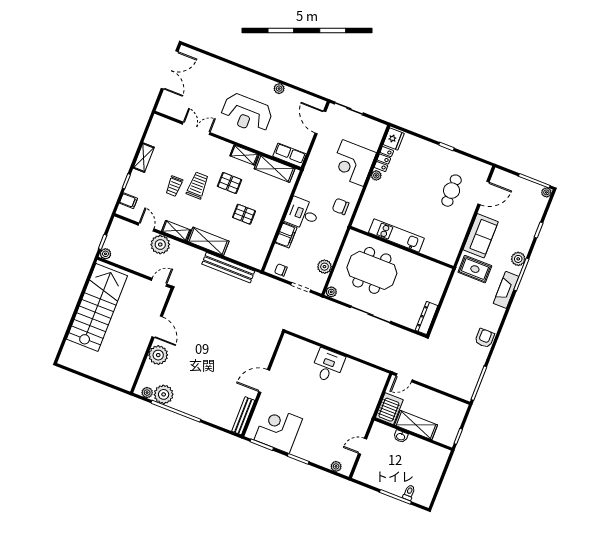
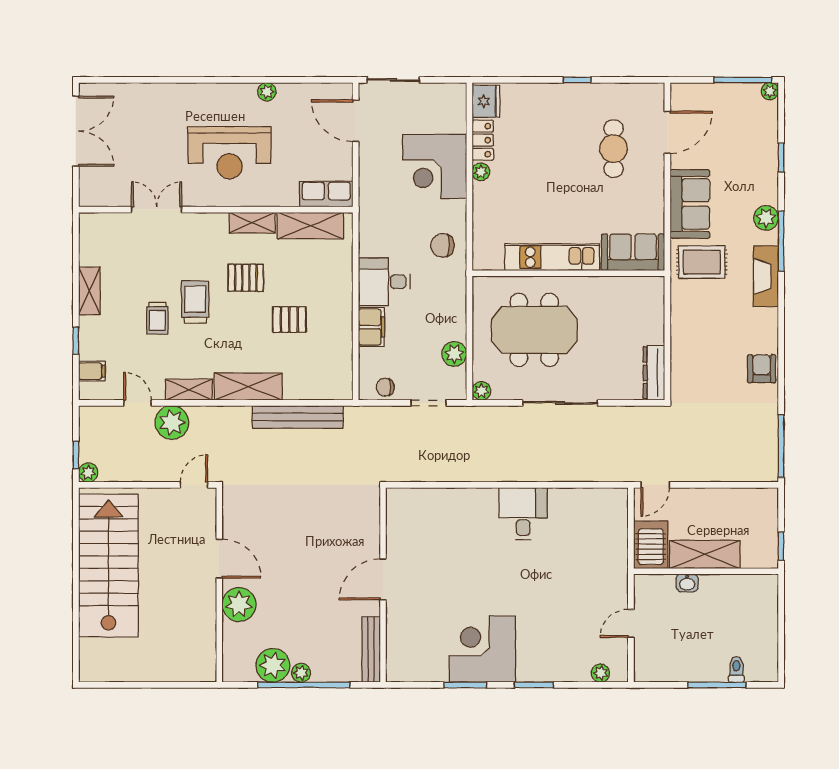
sofa: (440, 250) -> (633, 252), added
door: (264, 381) -> (383, 579), moved
wall: (263, 384) -> (383, 585), moved
plant: (147, 393) -> (301, 673), moved
bench: (243, 416) -> (371, 650), moved

